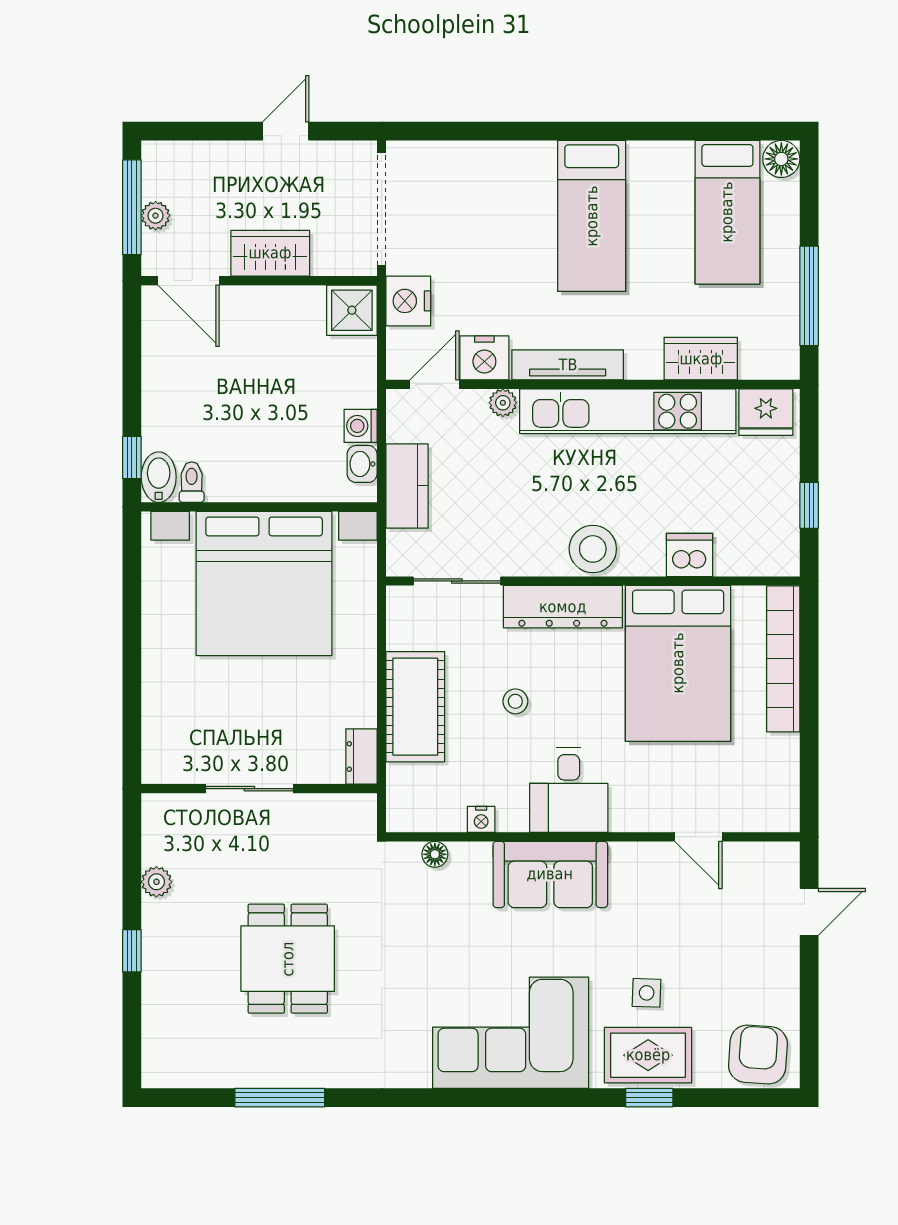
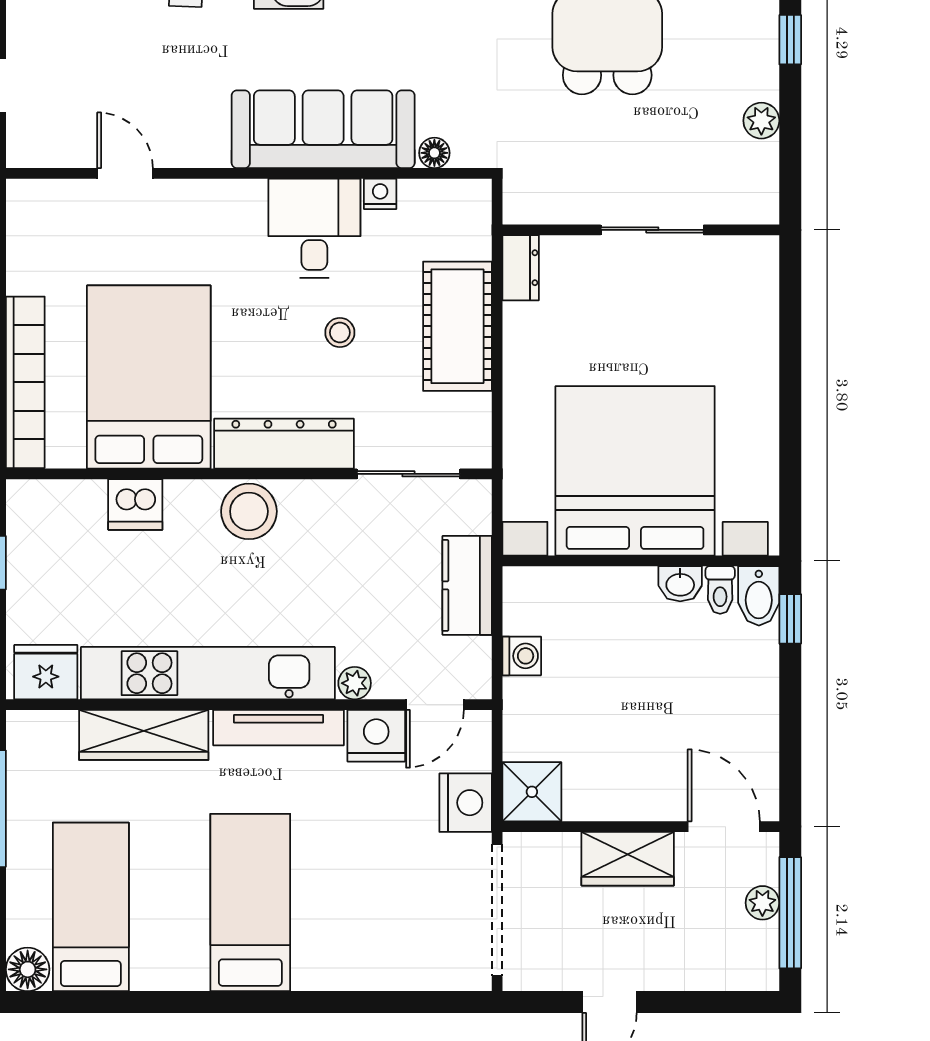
wardrobe: (701, 359) -> (144, 735), width x1.50
washbasin: (362, 464) -> (680, 584), moved, turned 90
desk: (569, 790) -> (314, 228), moved
sofa: (550, 874) -> (323, 129), width x1.36

